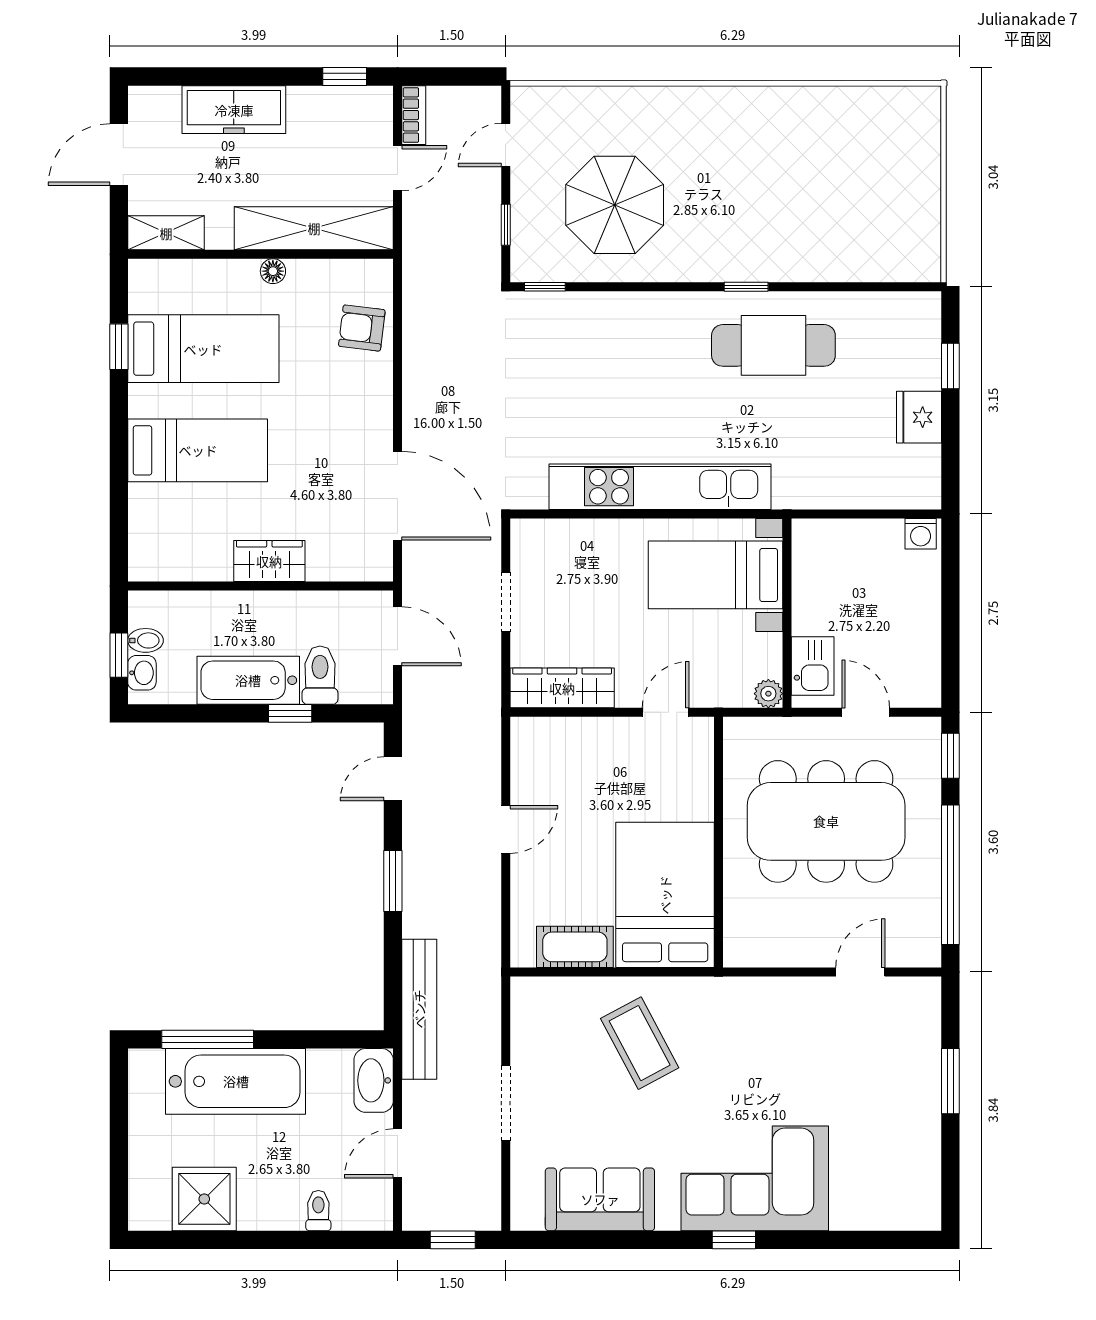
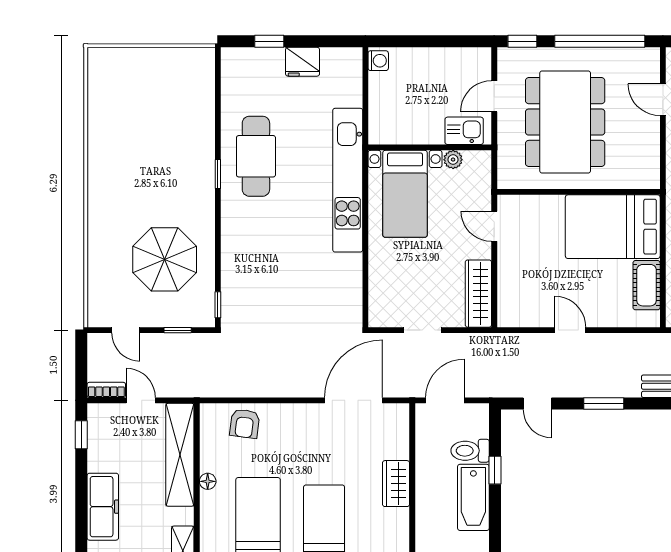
kitchen unit: (660, 487) -> (348, 180), moved
plant: (768, 694) -> (453, 160), moved

